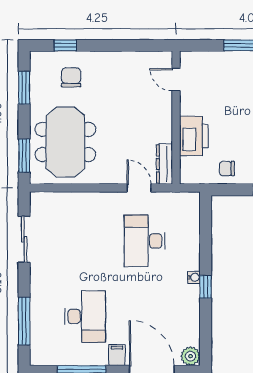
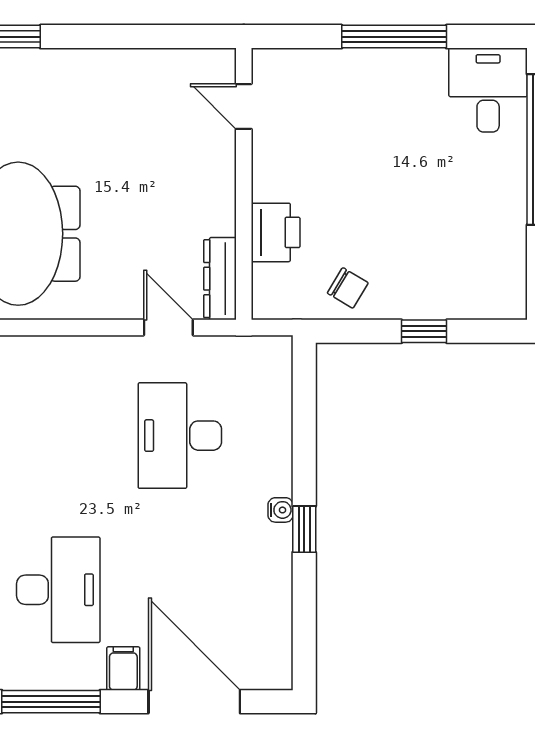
chair: (71, 77) -> (30, 102), removed
printer: (194, 136) -> (276, 232), width x0.73, depth x0.84
chair: (227, 169) -> (348, 288), turned -149
plant: (191, 356) -> (273, 671), removed

